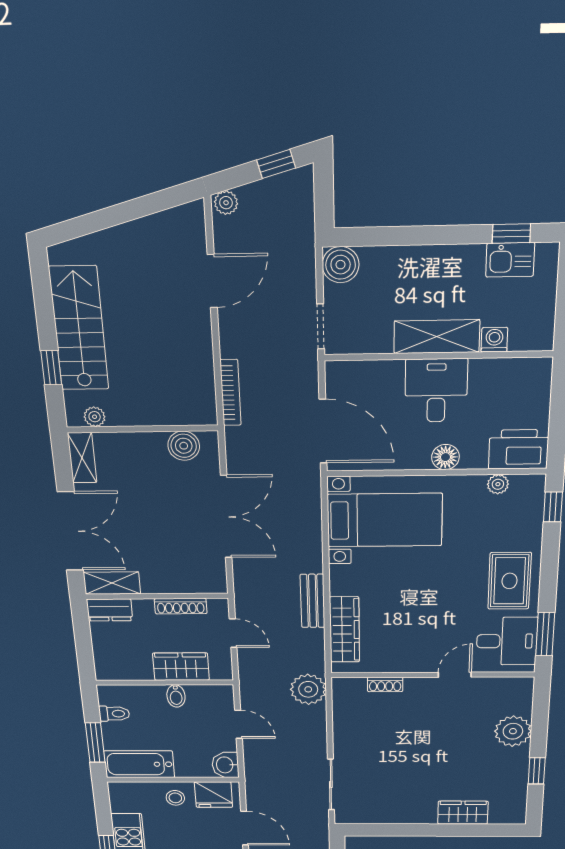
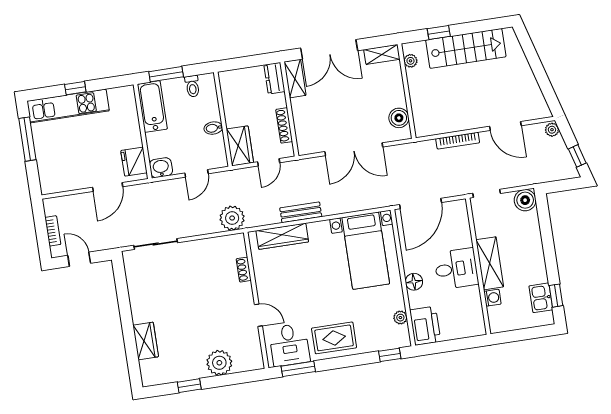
bookcase: (231, 393) -> (458, 141), moved
wardrobe: (181, 667) -> (240, 146), moved
stool: (175, 798) -> (127, 135), removed

